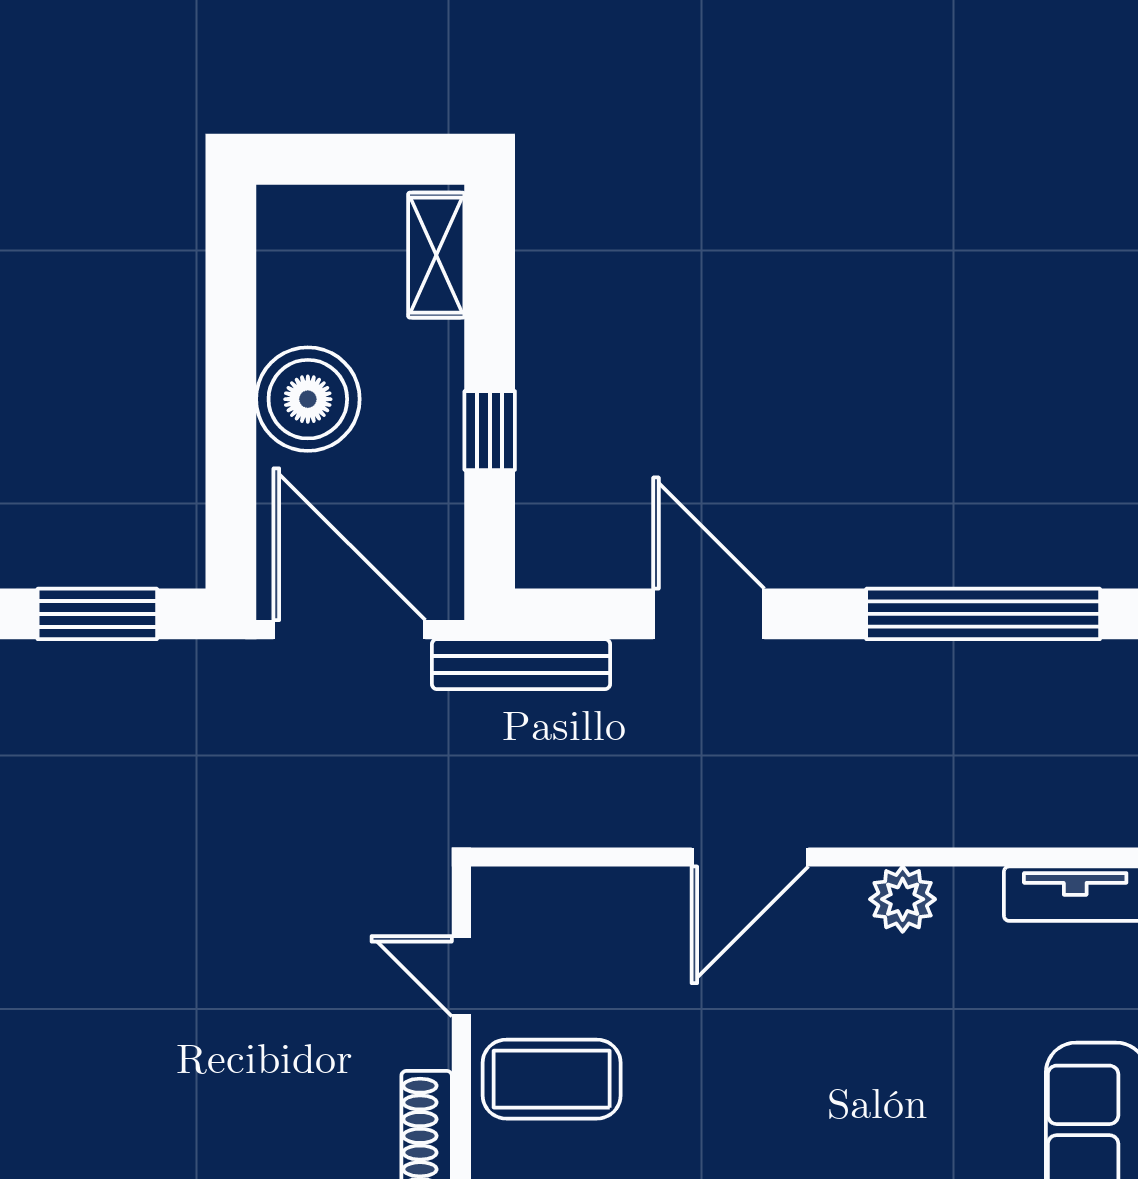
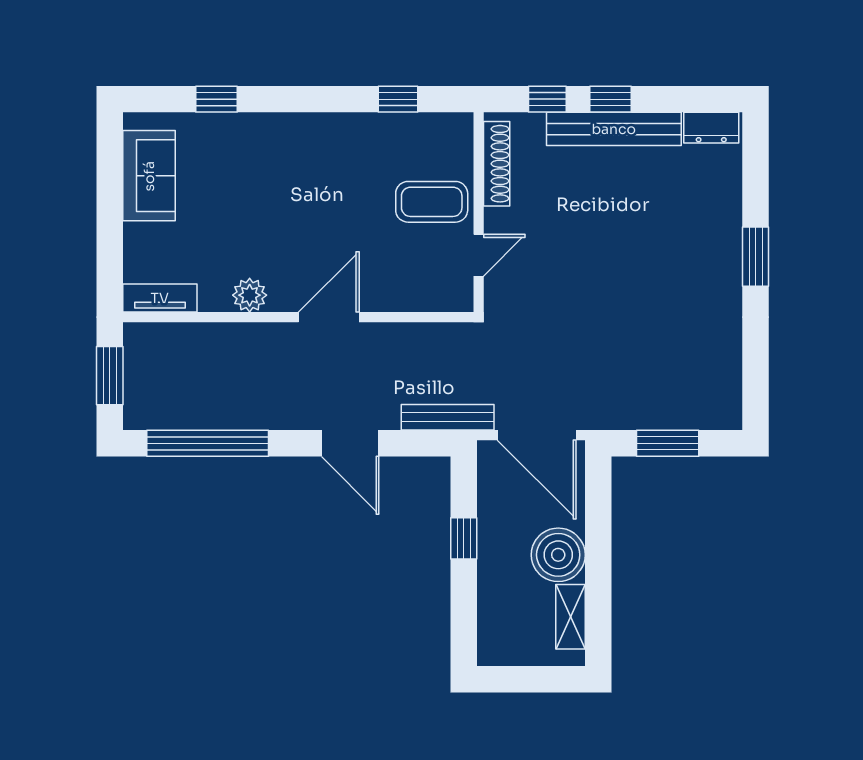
shelving: (436, 255) -> (571, 617), moved
door: (461, 976) -> (479, 255), hinge flipped

